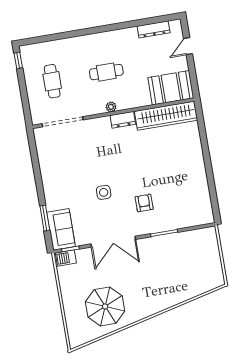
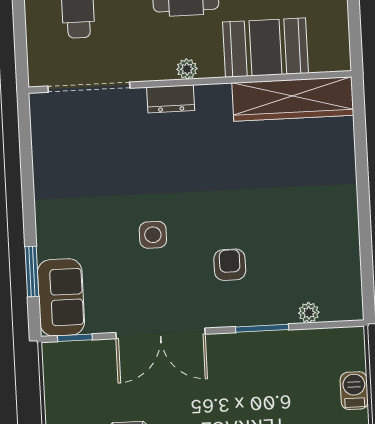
booth: (171, 88) -> (266, 48), moved
dresser: (123, 120) -> (171, 99), moved
plant: (187, 222) -> (309, 313), added
barbecue: (66, 258) -> (354, 391), moved, turned 90

